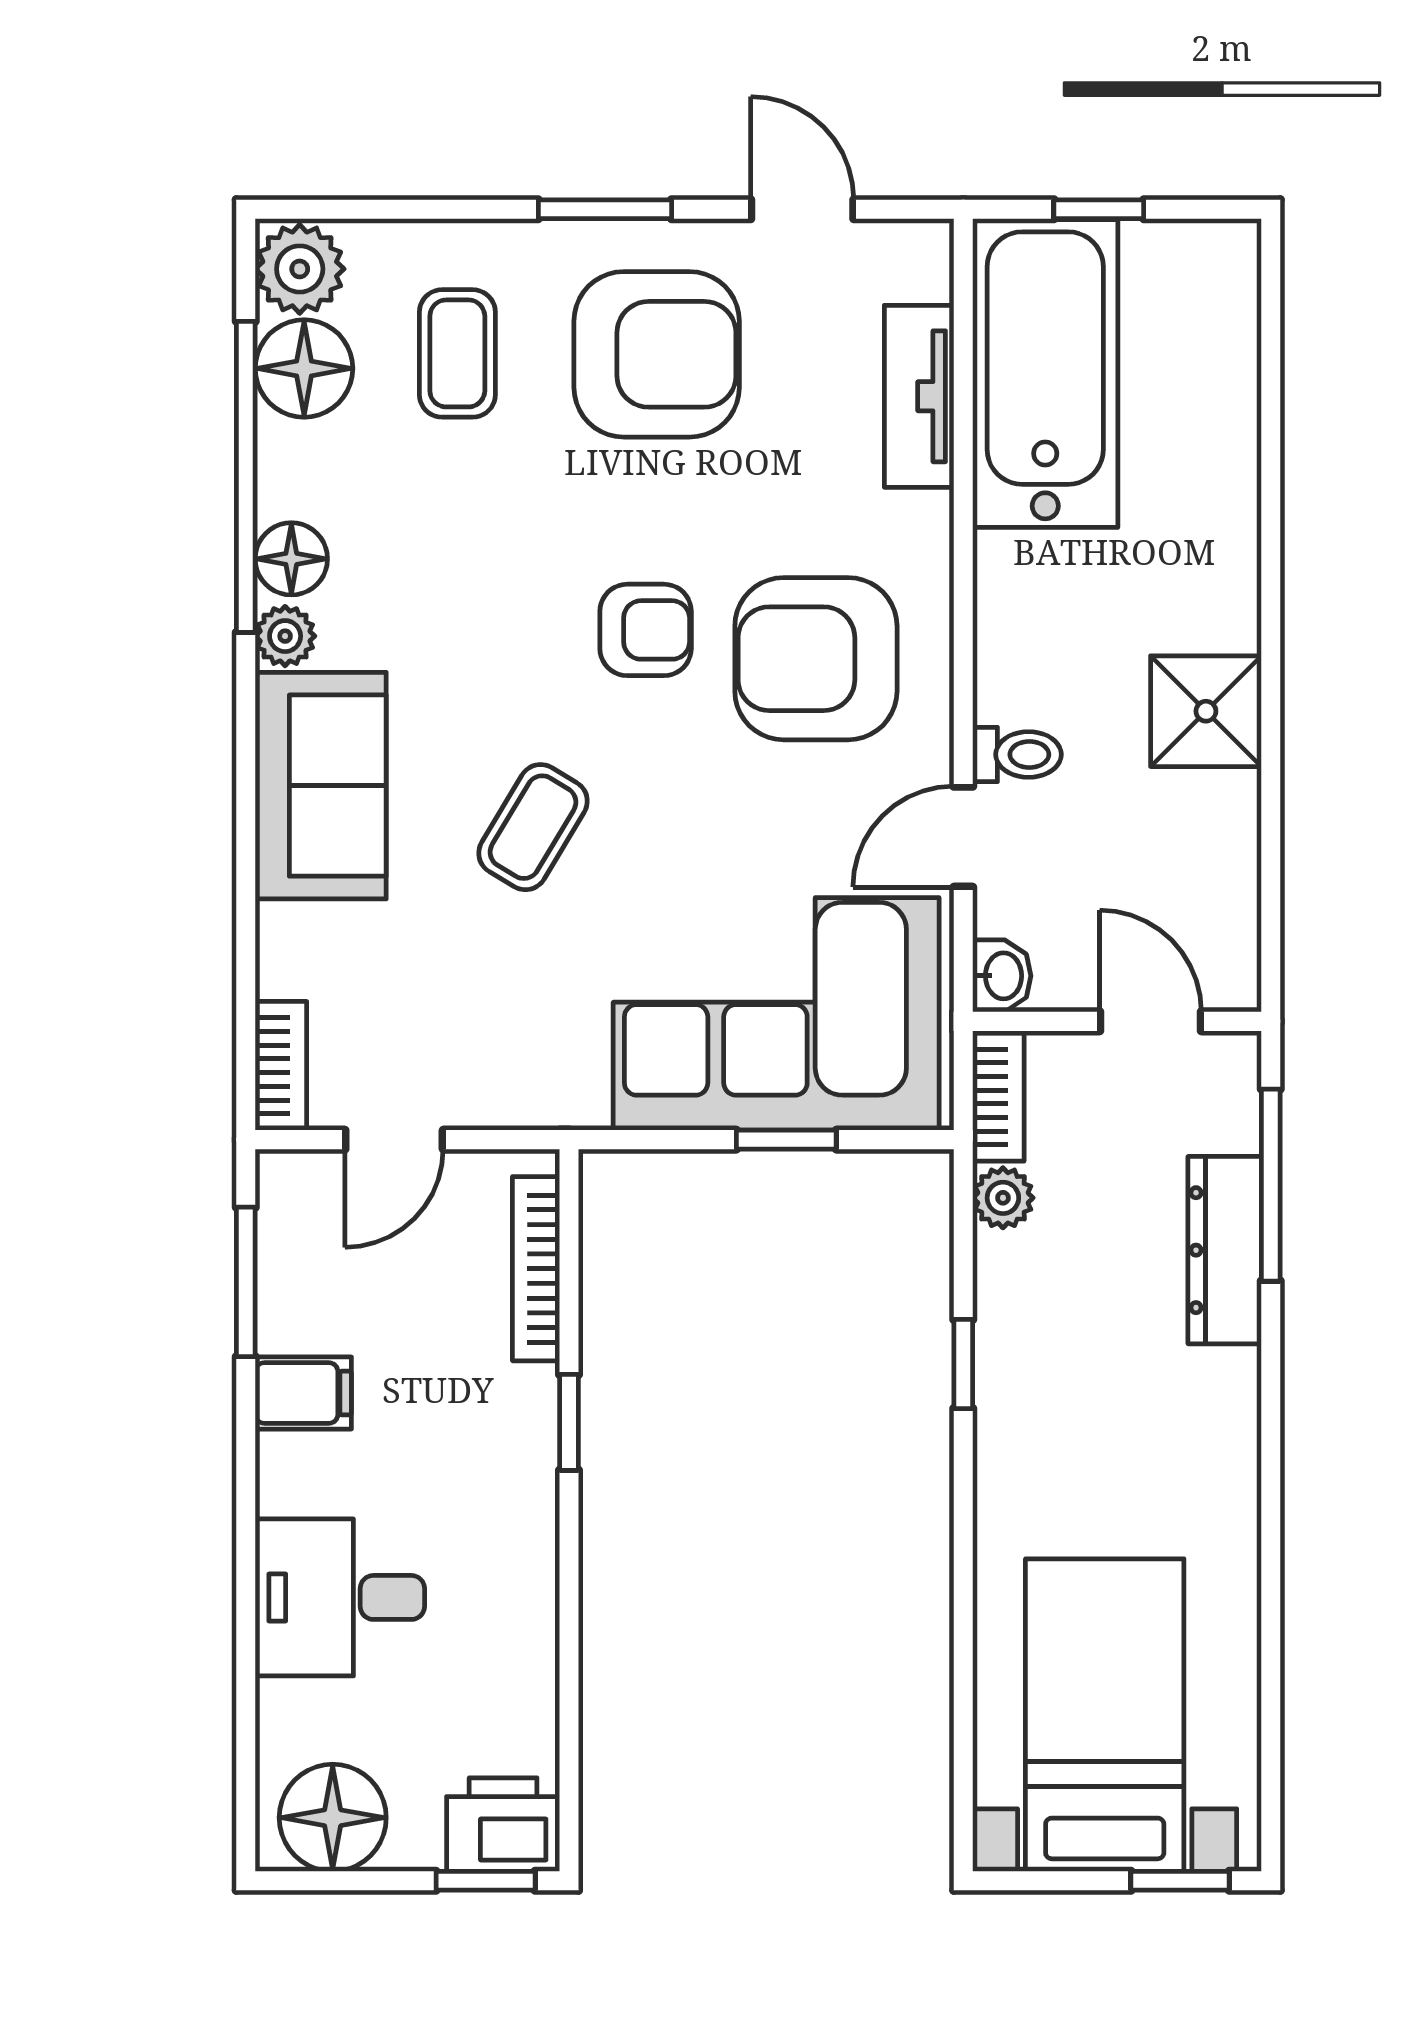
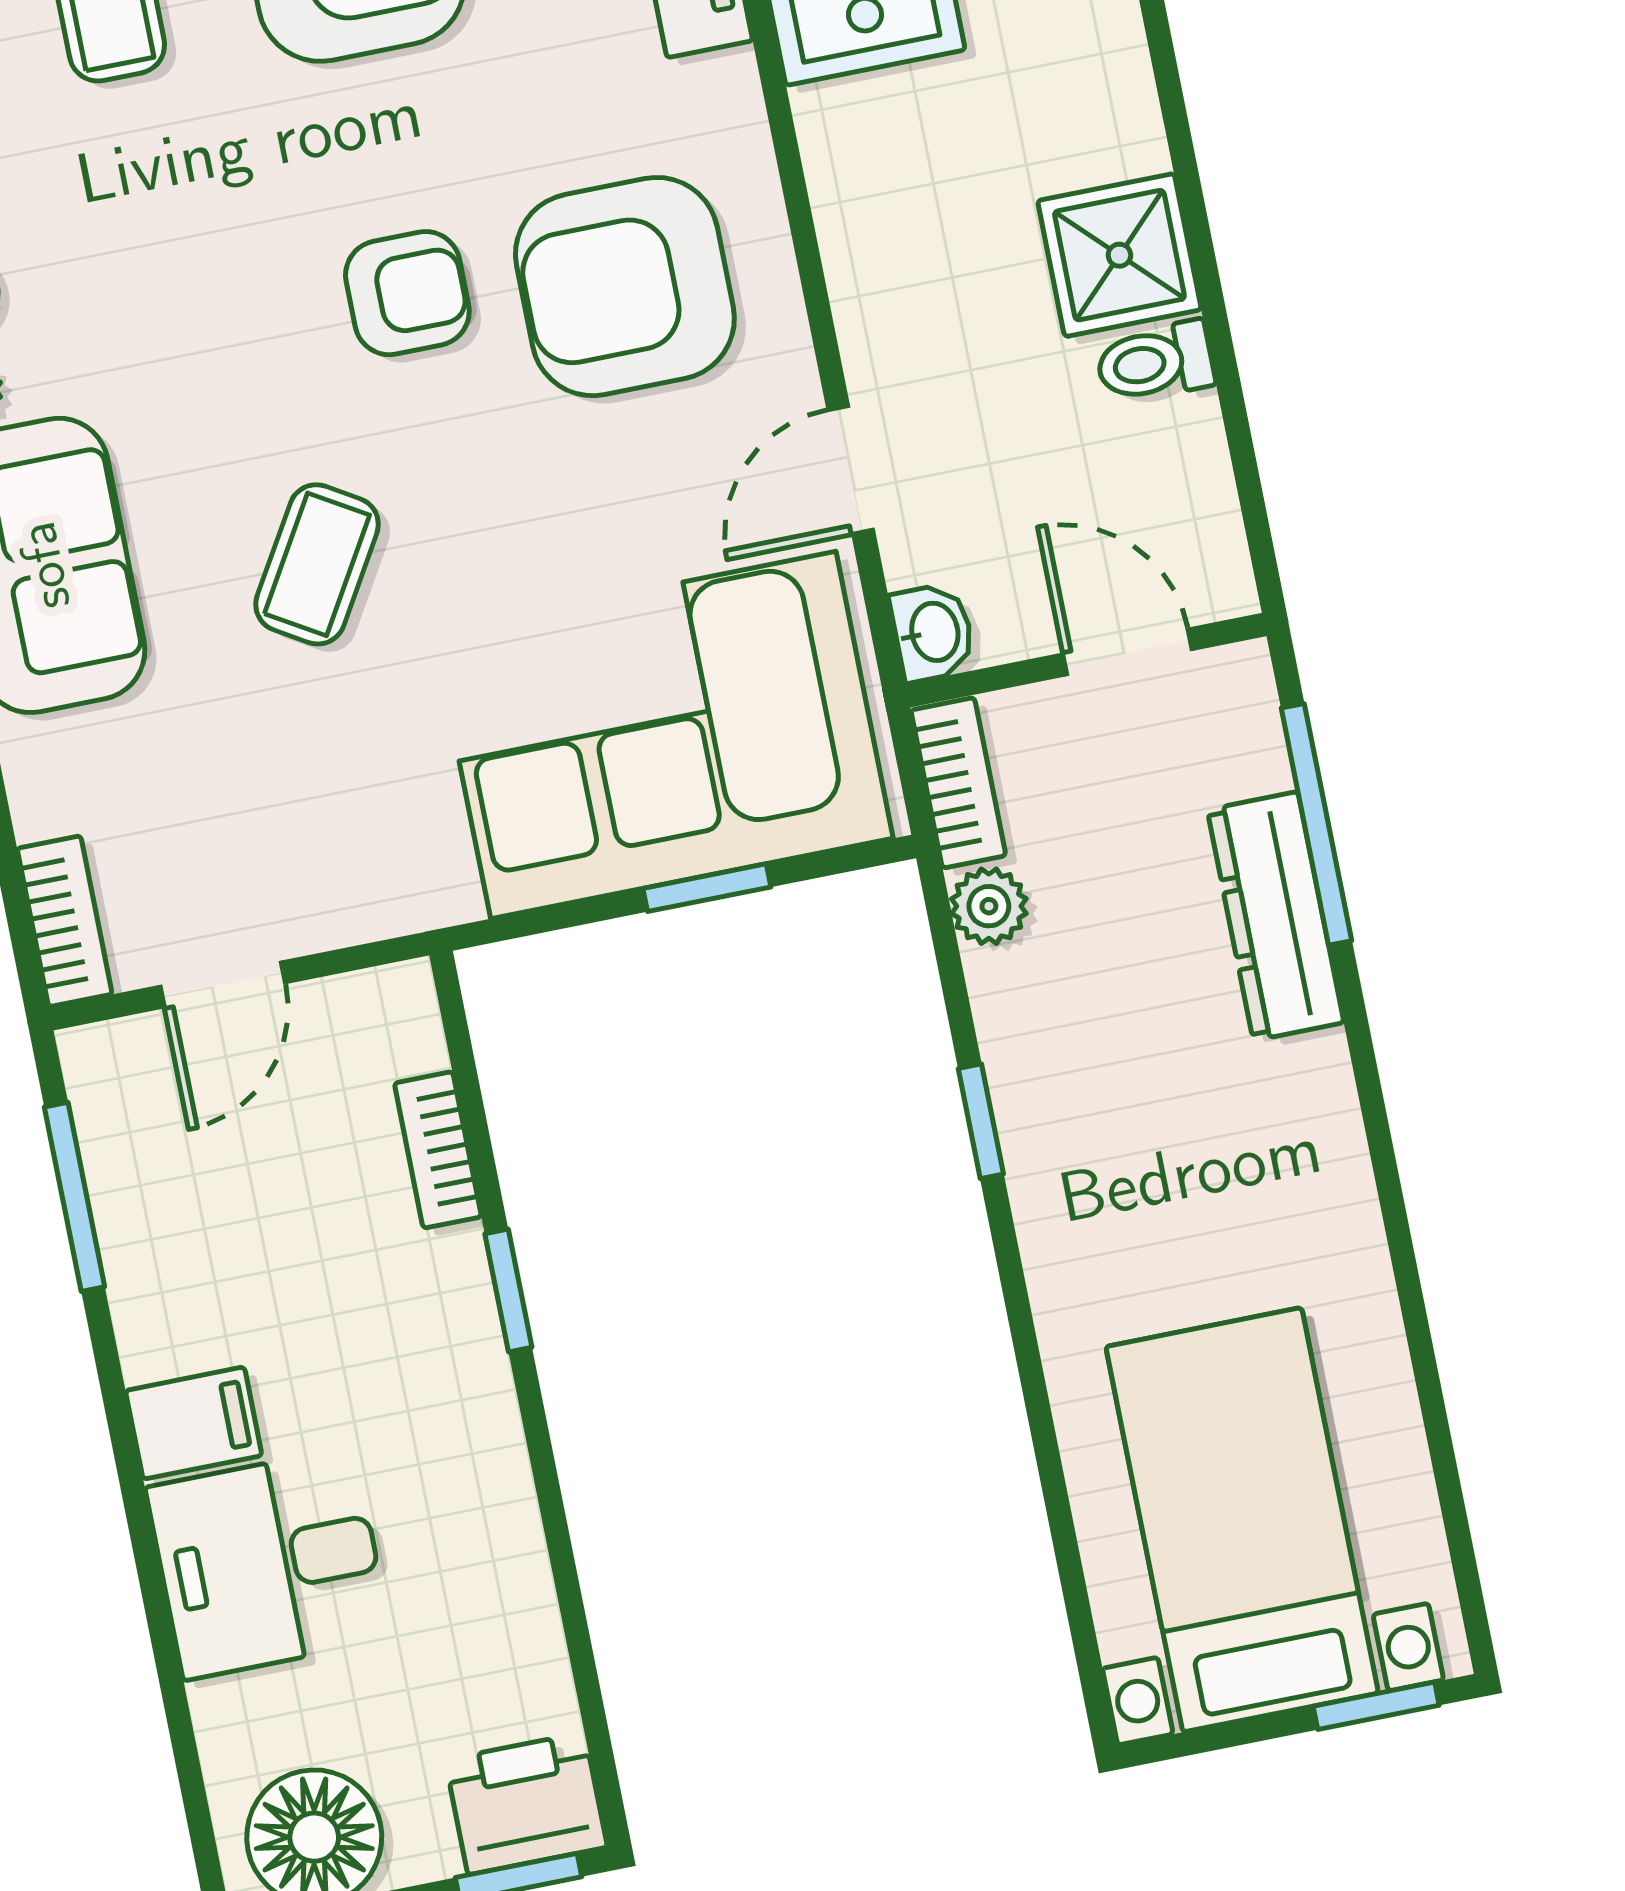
toilet: (1017, 754) -> (1155, 362), moved, turned 180
bookcase: (536, 1269) -> (438, 1150), width x0.64
filing cabinet: (303, 1393) -> (194, 1423), moved

